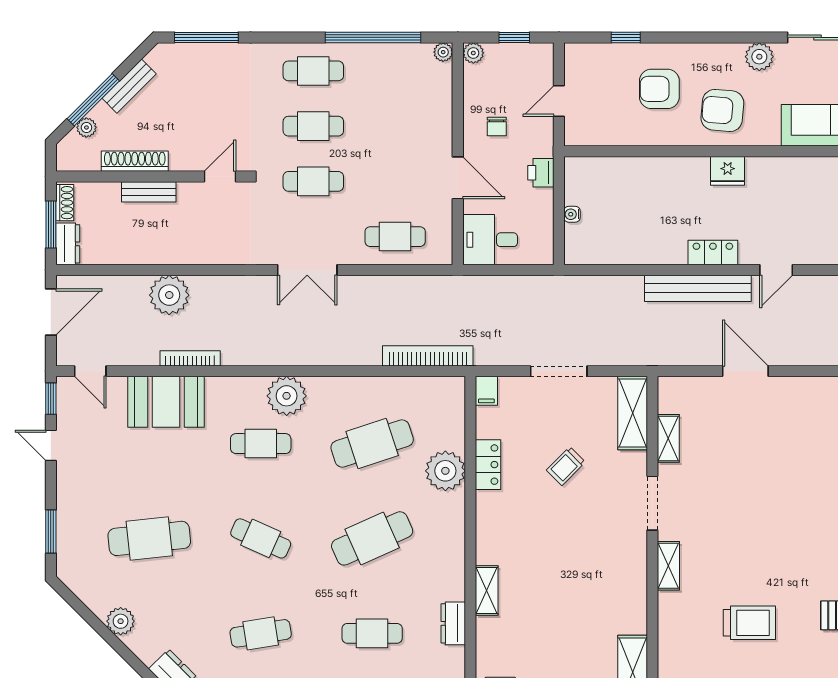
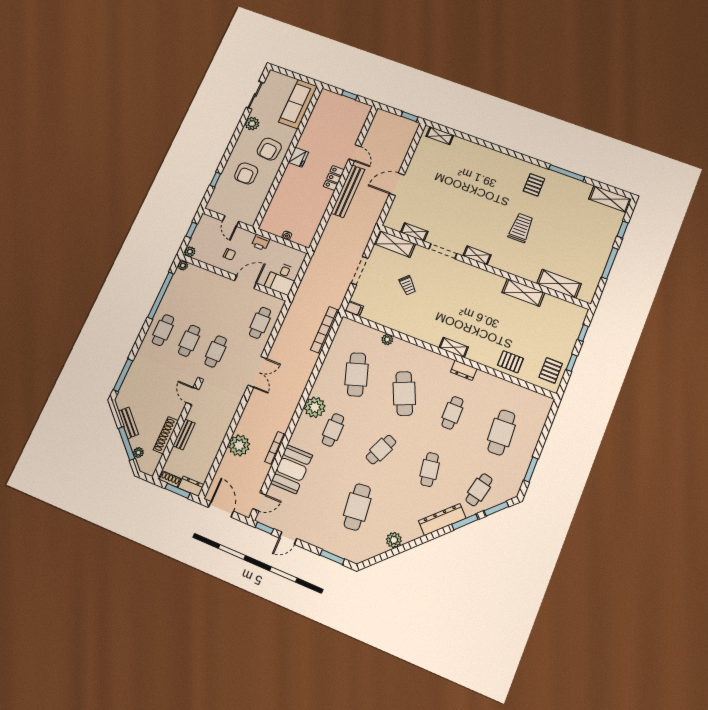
locker: (488, 465) -> (391, 322), removed
plant: (445, 471) -> (387, 339), width x0.53, depth x0.53

